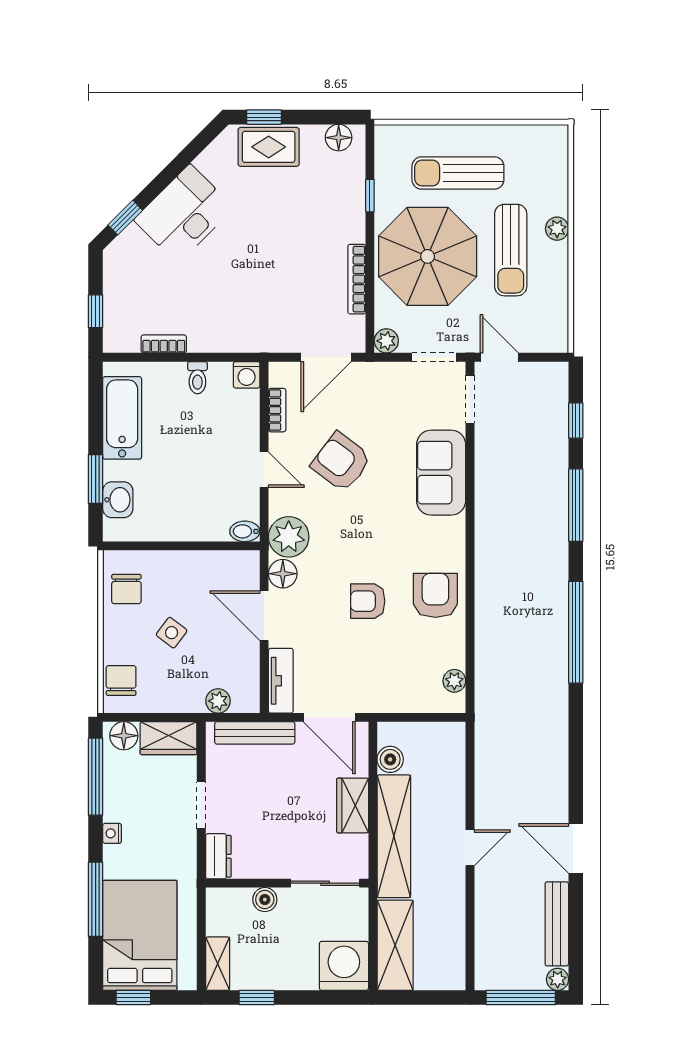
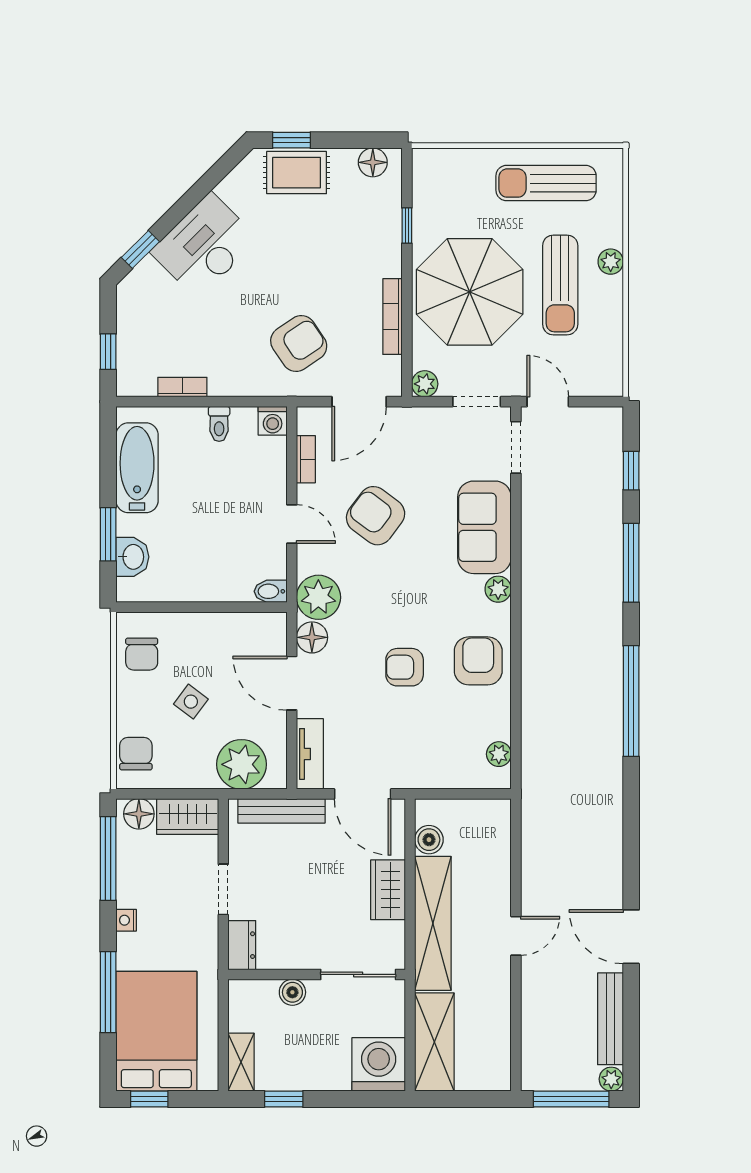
sun lounger: (458, 173) -> (546, 183), moved
armchair: (271, 304) -> (299, 344), added
plant: (454, 529) -> (498, 589), added
plant: (218, 701) -> (241, 764), width x1.87, depth x1.87

